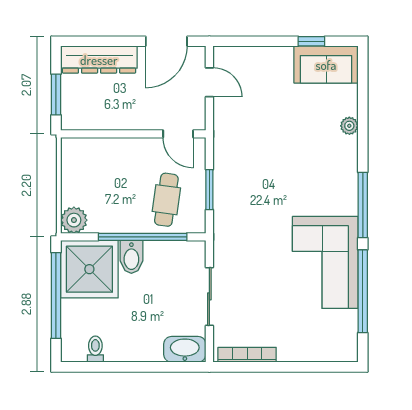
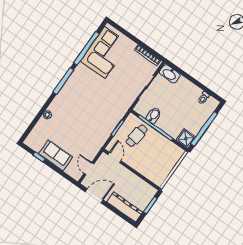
sofa: (326, 65) -> (56, 155), moved
plant: (74, 220) -> (177, 153), removed
bidet: (131, 257) -> (154, 115), moved
corner sofa: (325, 262) -> (105, 53), moved
shower: (89, 269) -> (186, 139), width x0.54, depth x0.54

